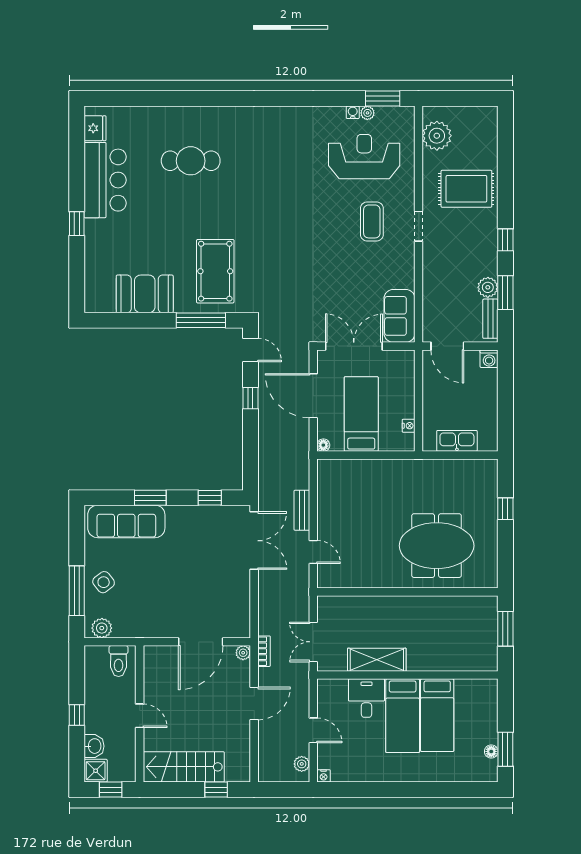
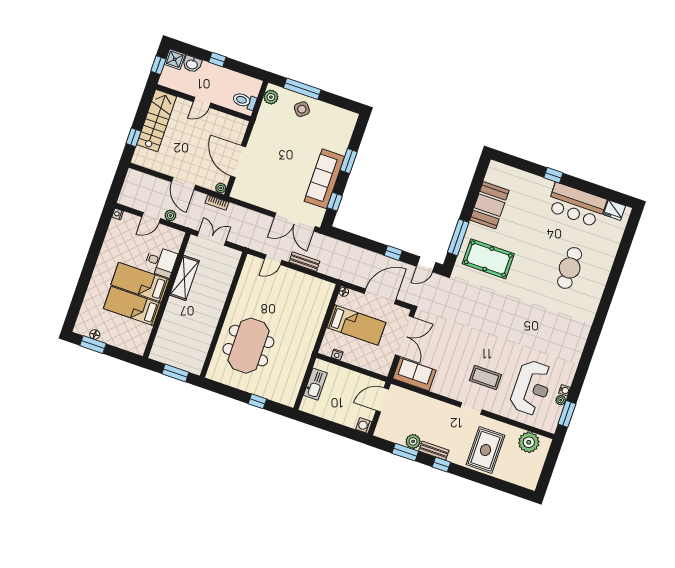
bench: (490, 319) -> (434, 451), moved
sofa: (126, 521) -> (324, 179), moved
plant: (302, 764) -> (170, 215), moved

